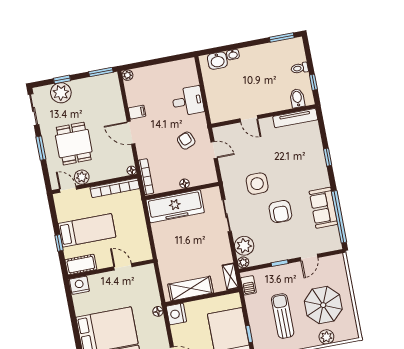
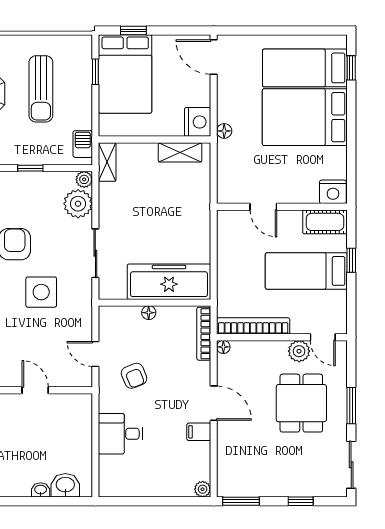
plant: (61, 93) -> (306, 482), removed
shelving: (191, 289) -> (180, 152), width x0.67, depth x0.75

